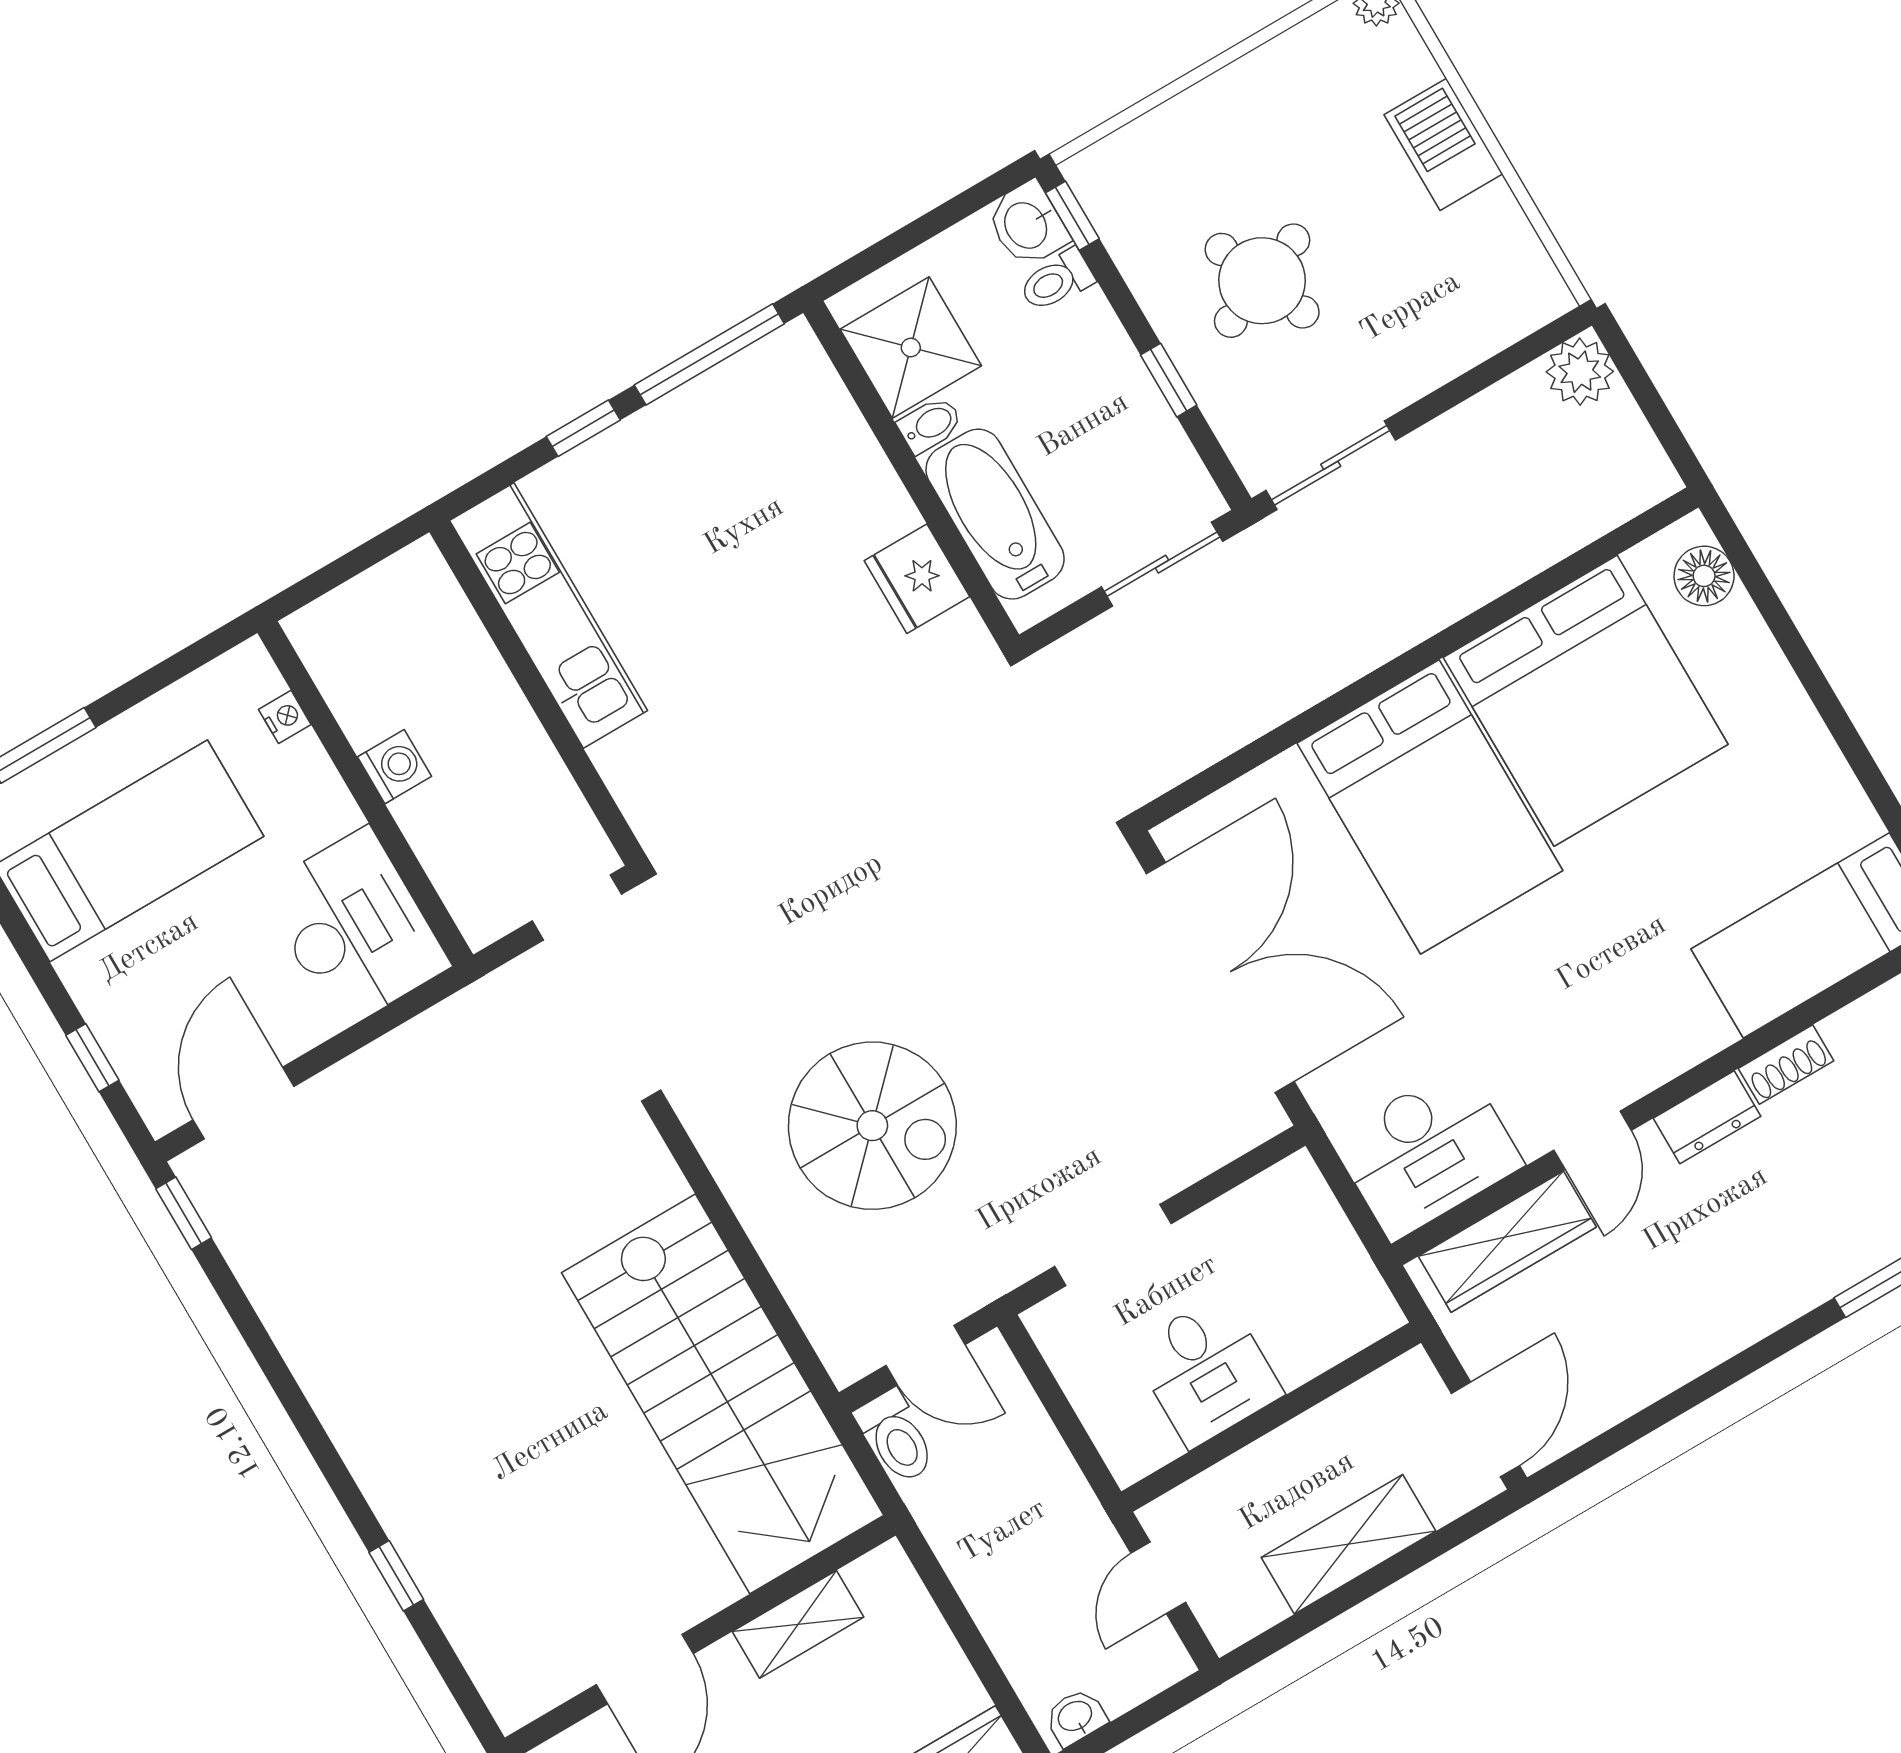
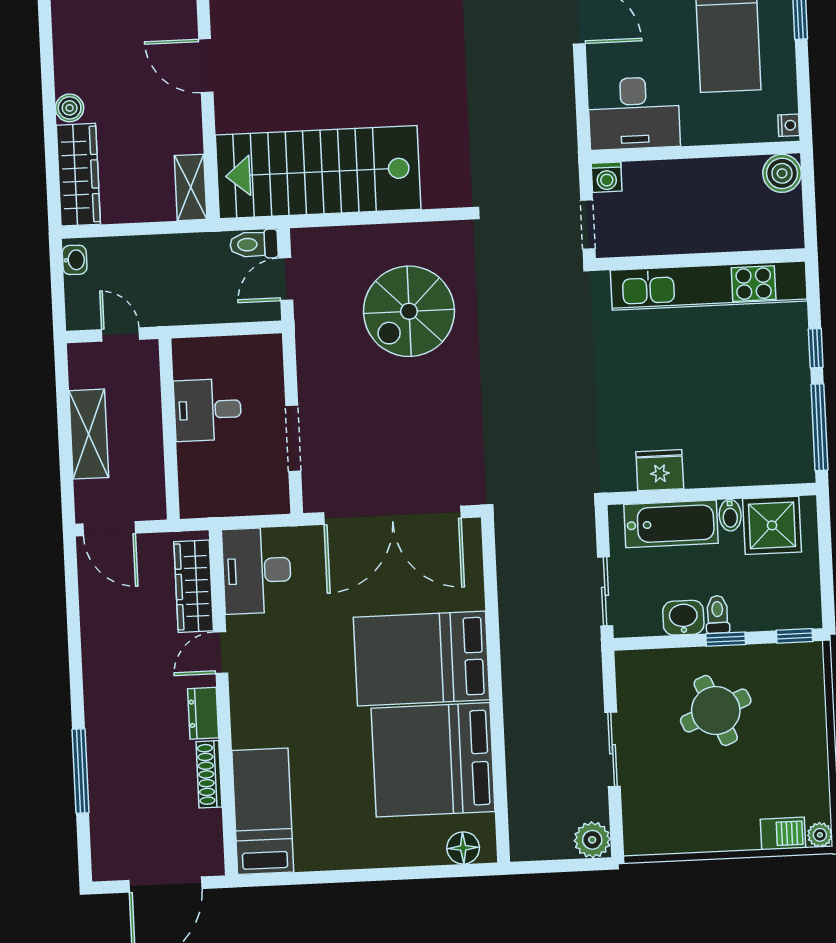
barbecue: (1443, 144) -> (783, 833), moved, width x0.73, depth x0.79
washbasin: (1027, 225) -> (683, 618), moved
toilet: (1057, 281) -> (717, 614), moved
window: (1169, 380) -> (726, 639), moved
sliding door: (1331, 465) -> (613, 749), moved
kitchen unit: (549, 616) -> (709, 286), width x1.36
boiler: (326, 634) -> (782, 173), added
nightstand: (285, 717) -> (789, 125), moved, turned -90
washing machine: (395, 767) -> (607, 177), moved
shoe rack: (1786, 1065) -> (209, 774), width x1.43
door: (1593, 1140) -> (221, 653), hinge flipped
doorway: (1113, 1245) -> (293, 438), moved
shelving: (798, 1624) -> (191, 187), moved

